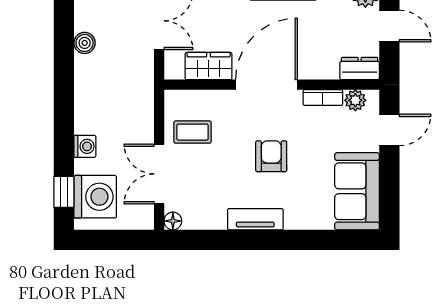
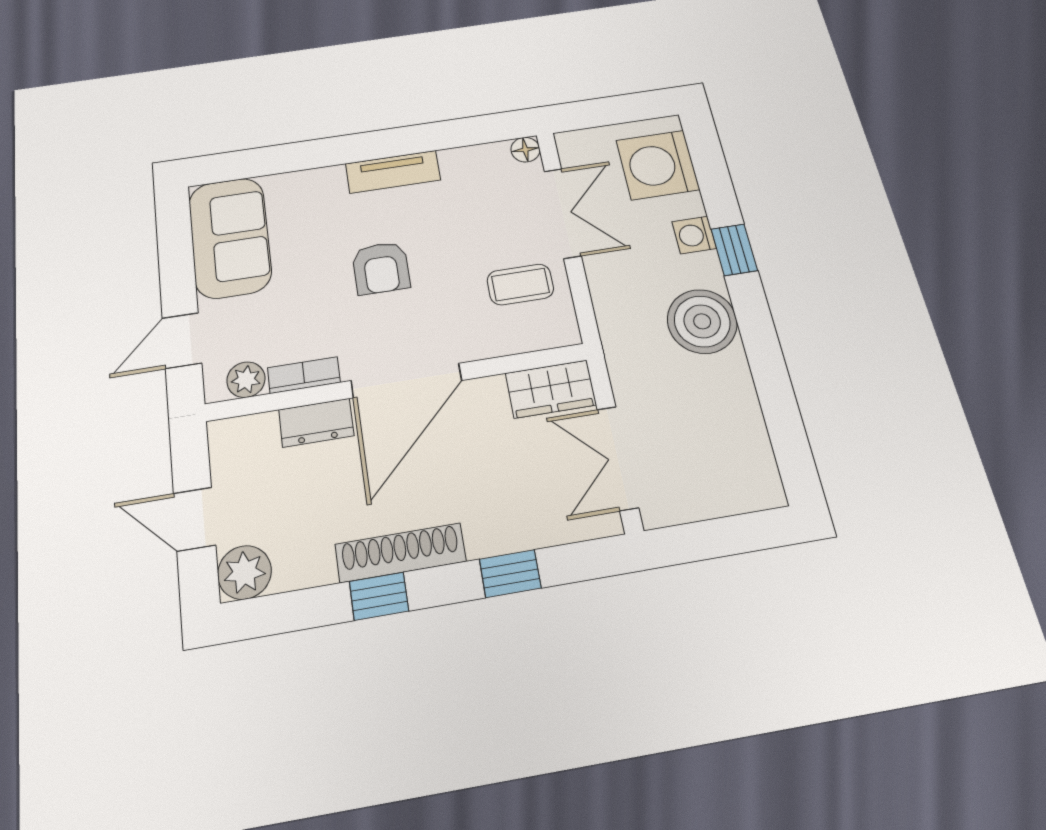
boiler: (85, 43) -> (702, 321), moved, width x1.86, depth x1.86
wardrobe: (209, 66) -> (551, 389), moved
dresser: (360, 69) -> (316, 423), moved
window: (64, 192) -> (734, 250), moved

